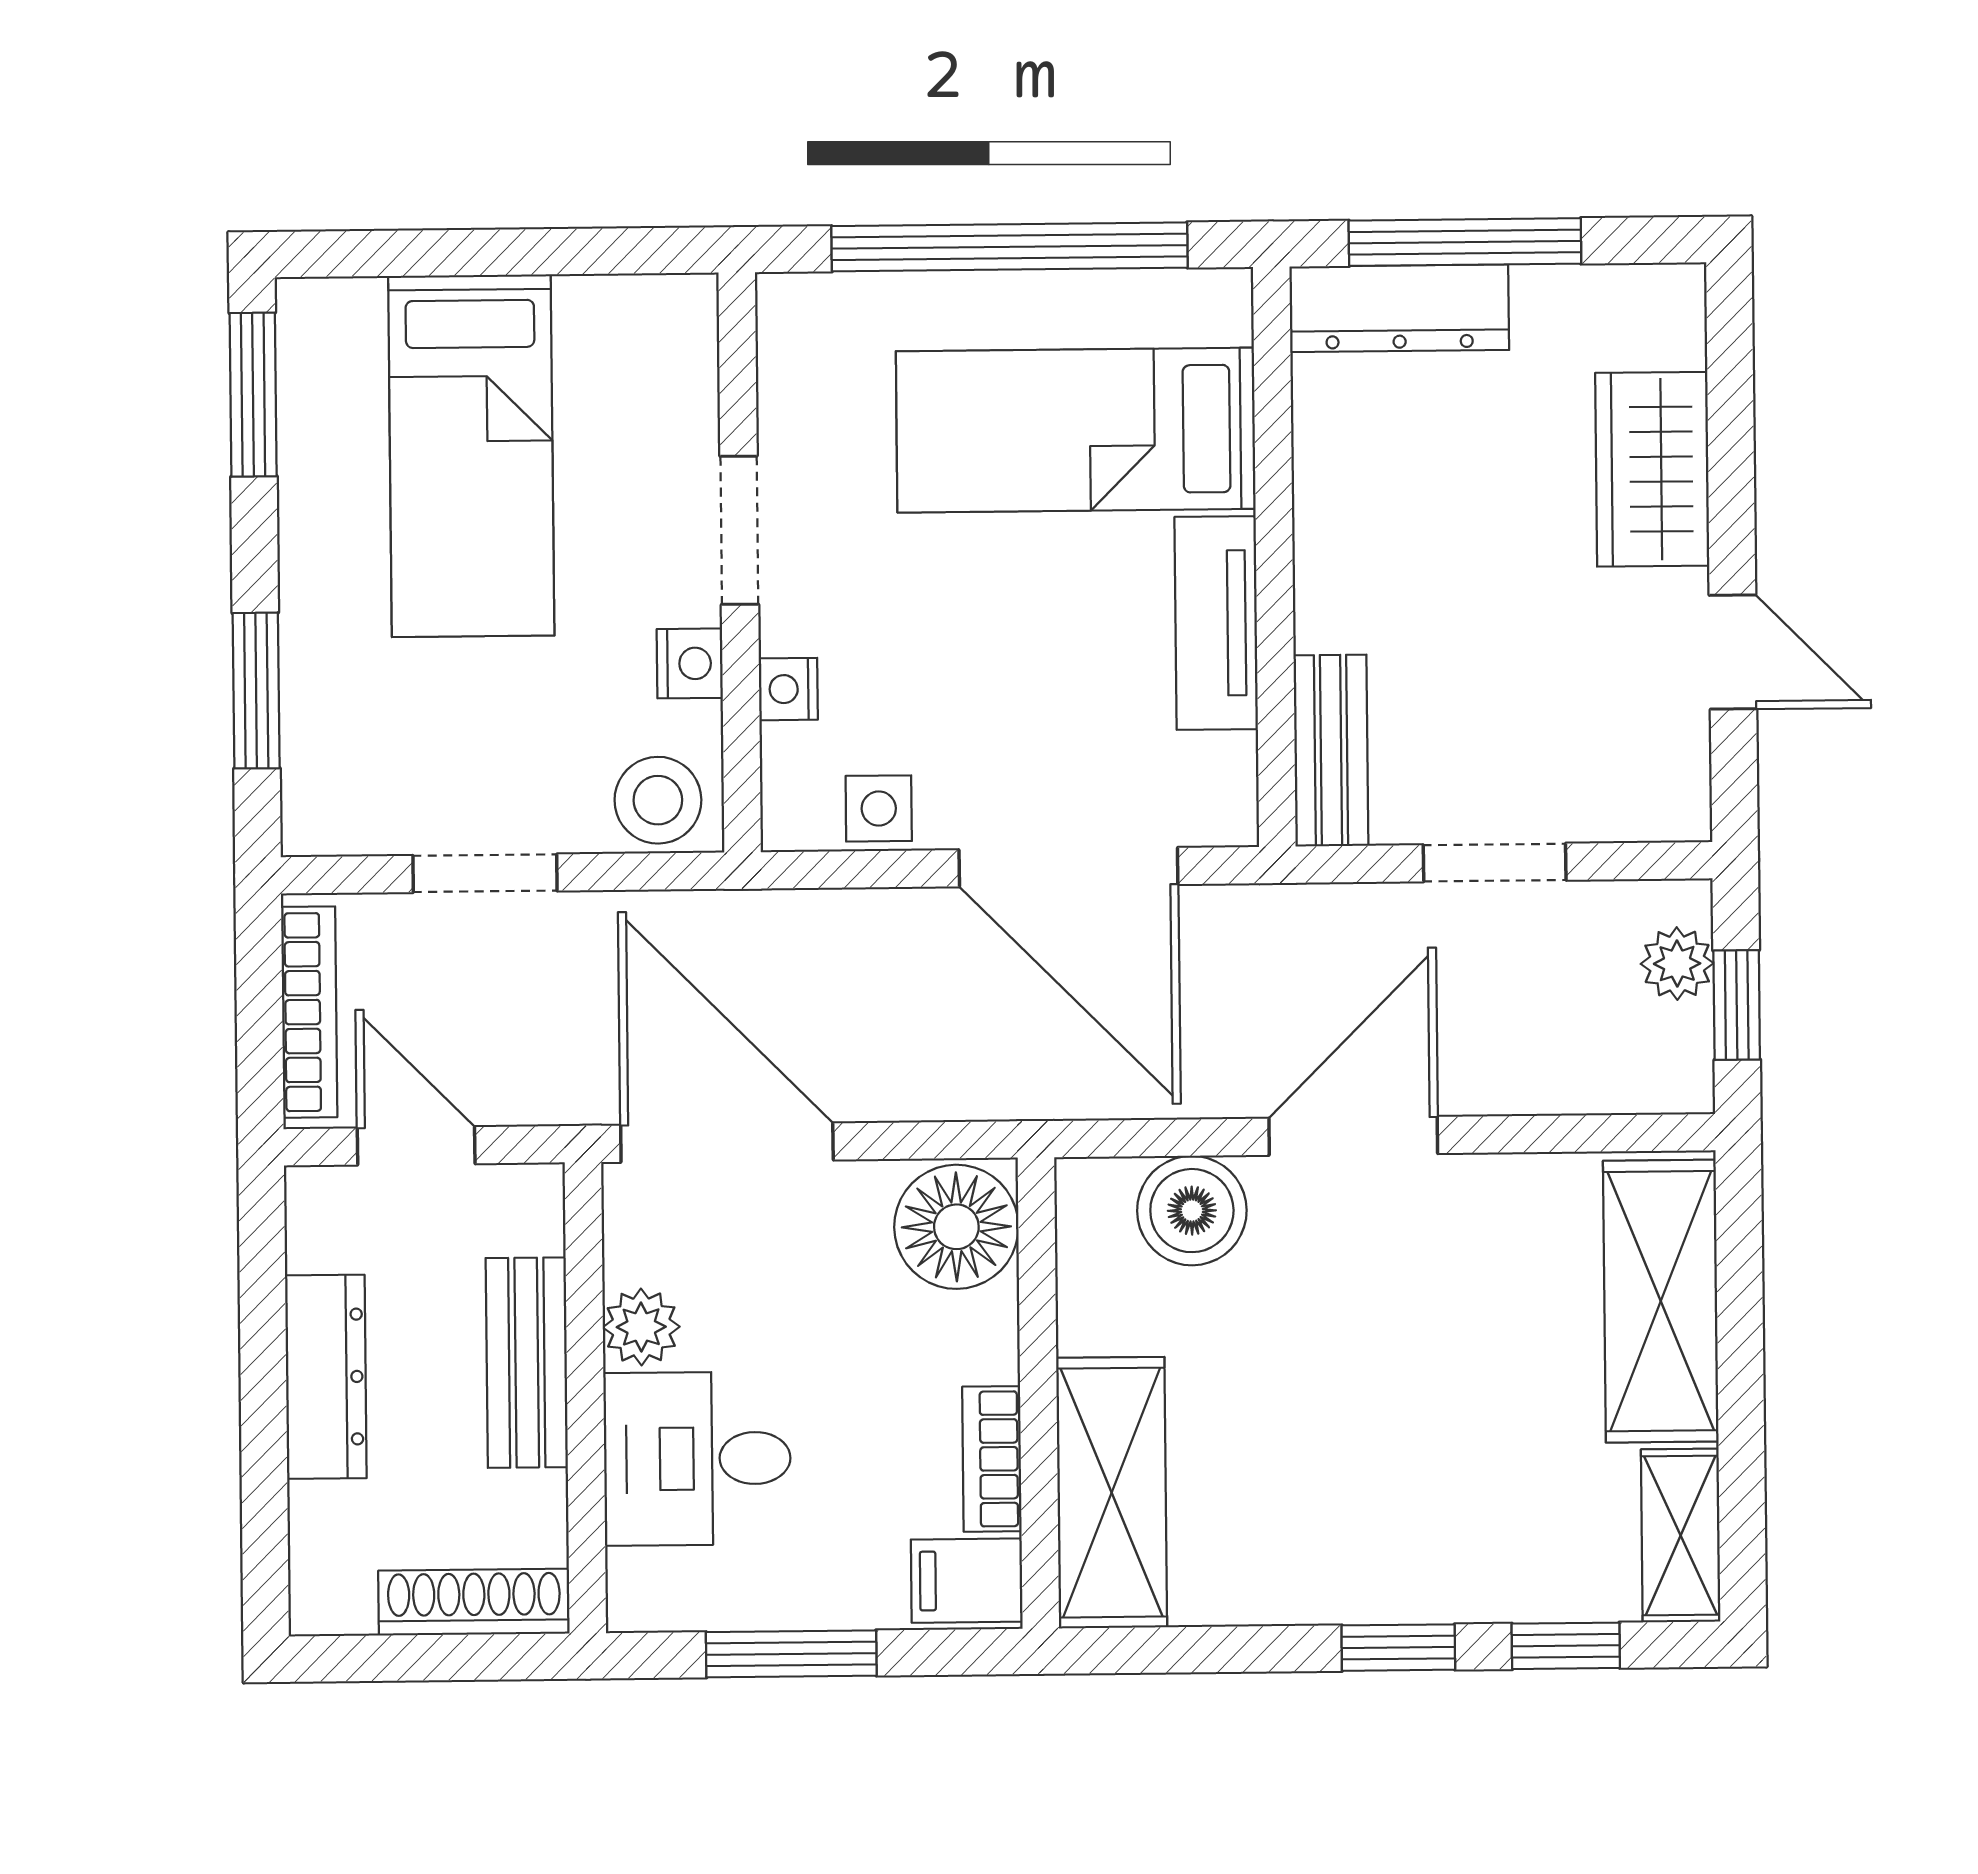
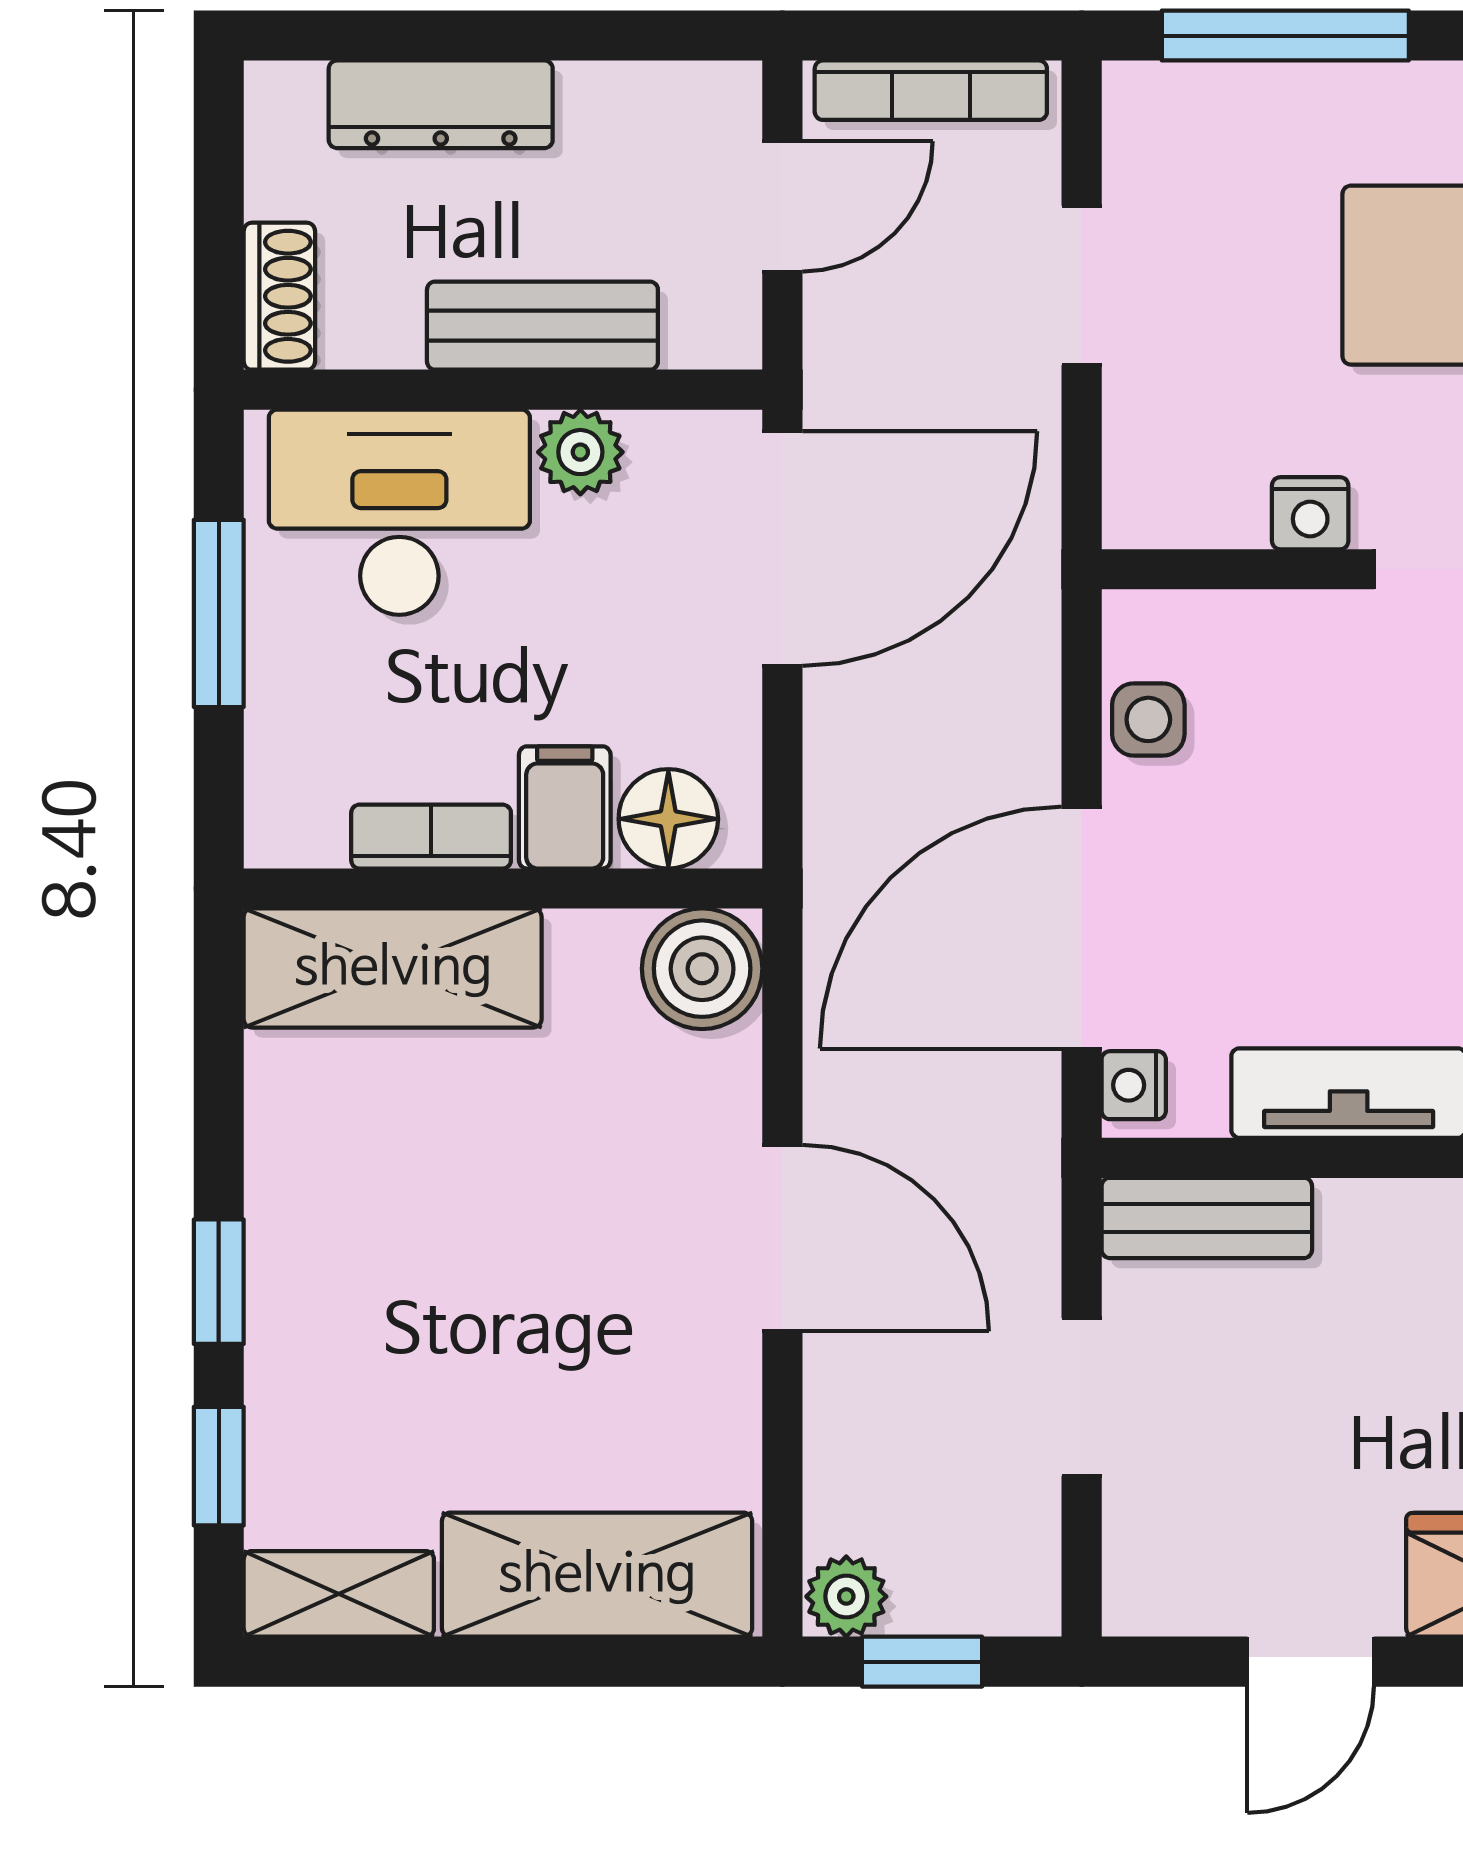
nightstand: (788, 689) -> (1134, 1085), moved, turned -90
window: (256, 691) -> (1285, 36), width x1.44
stool: (658, 800) -> (1160, 477), removed
plant: (1677, 964) -> (846, 1596), moved
boiler: (1192, 1211) -> (702, 969), moved
floor lamp: (956, 1227) -> (668, 819), width x0.73, depth x0.73
dresser: (326, 1377) -> (441, 104), moved
desk: (697, 1459) -> (399, 512), width x1.37
filing cabinet: (967, 1581) -> (565, 807), moved
shoe rack: (474, 1602) -> (279, 296), width x0.70

